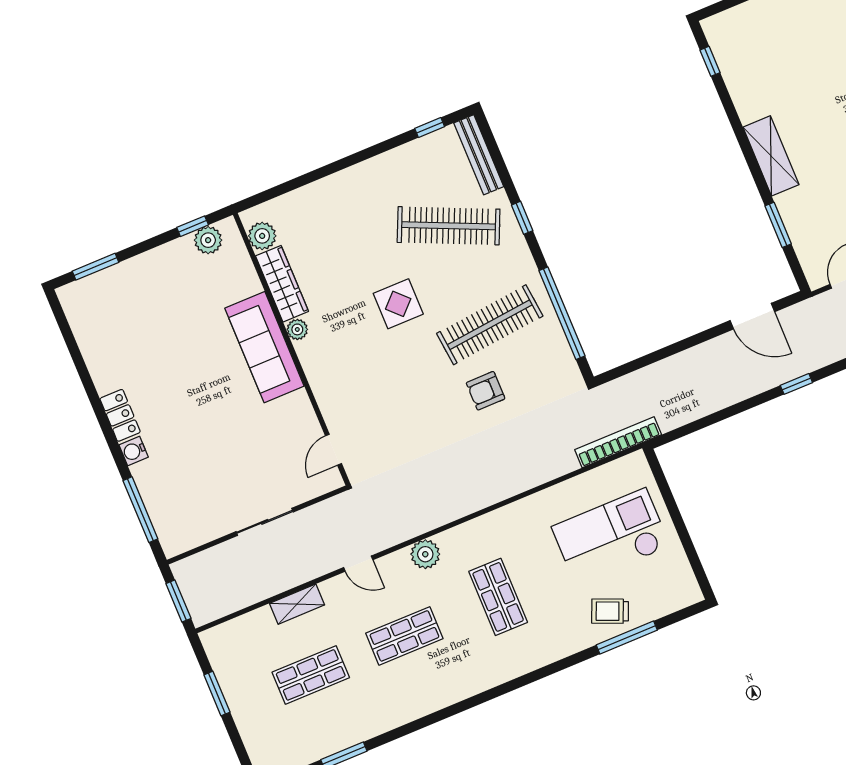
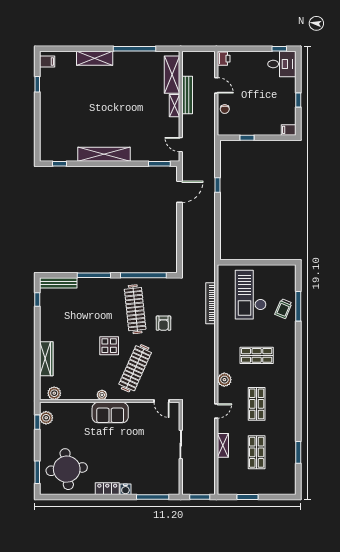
shelving: (771, 156) -> (104, 154), width x1.47
window: (522, 218) -> (94, 275), width x2.17
window: (778, 225) -> (159, 164), moved
clothes rail: (449, 226) -> (135, 368), moved
wardrobe: (282, 284) -> (46, 359), moved, turned 90
round table: (125, 321) -> (67, 469), added
sofa: (264, 347) -> (110, 413), width x0.73
bookcase: (618, 442) -> (210, 303), moved

